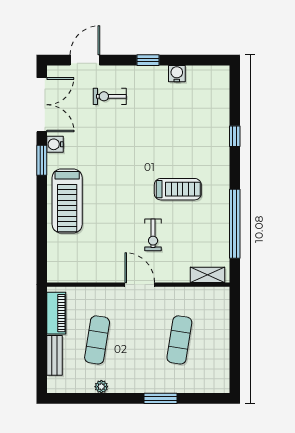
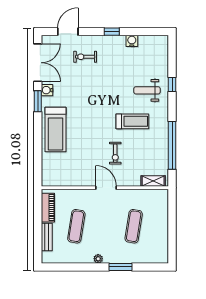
weight bench: (199, 145) -> (147, 90), added
plant: (101, 387) -> (98, 259), moved

